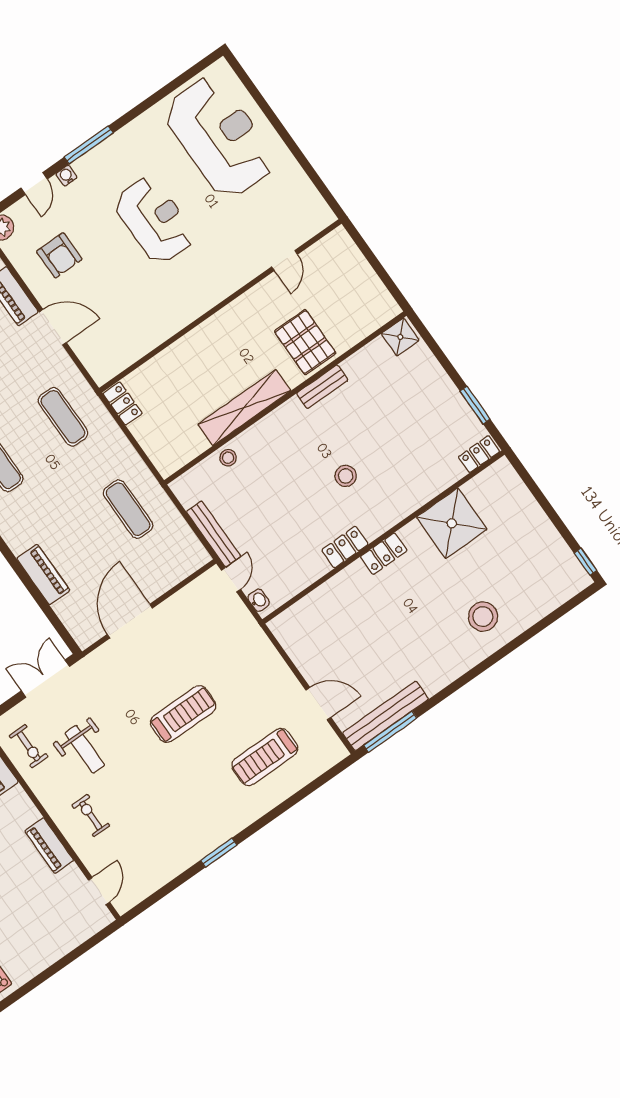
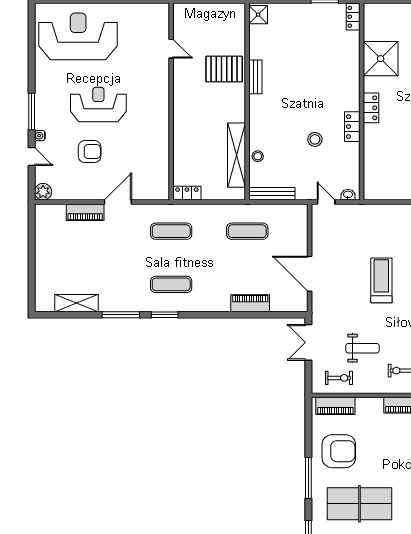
armchair: (59, 255) -> (90, 152), moved
shelving: (244, 407) -> (236, 155), moved
stool: (346, 476) -> (315, 139), moved
bench: (214, 534) -> (272, 194), moved

